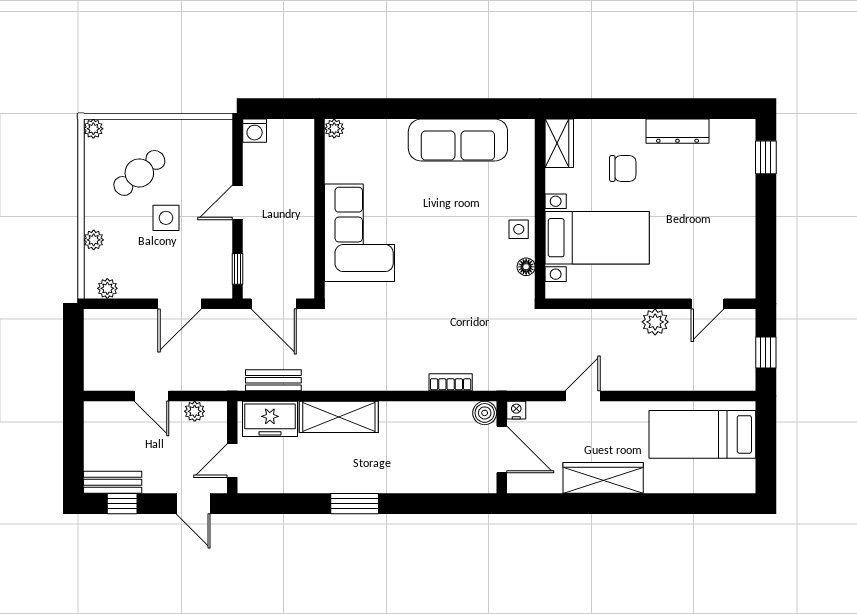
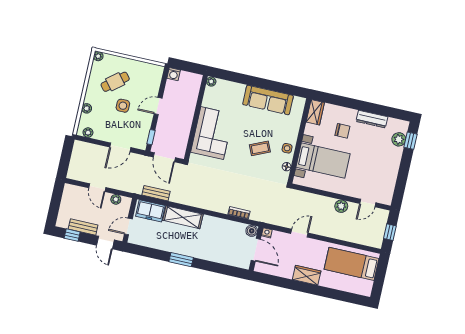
plant: (741, 160) -> (399, 139), added
coffee table: (464, 242) -> (260, 148), added
wardrobe: (603, 478) -> (307, 275), width x0.67
bench: (113, 482) -> (83, 227), moved

